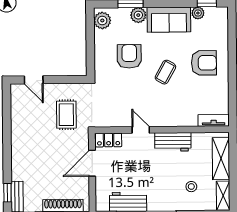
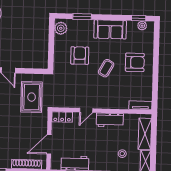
plant: (198, 13) -> (142, 26), moved
plant: (138, 15) -> (88, 25), removed
rug: (66, 115) -> (32, 97), width x1.36, depth x1.43
door: (141, 130) -> (86, 110), swing flipped
door: (92, 163) -> (49, 144), moved

